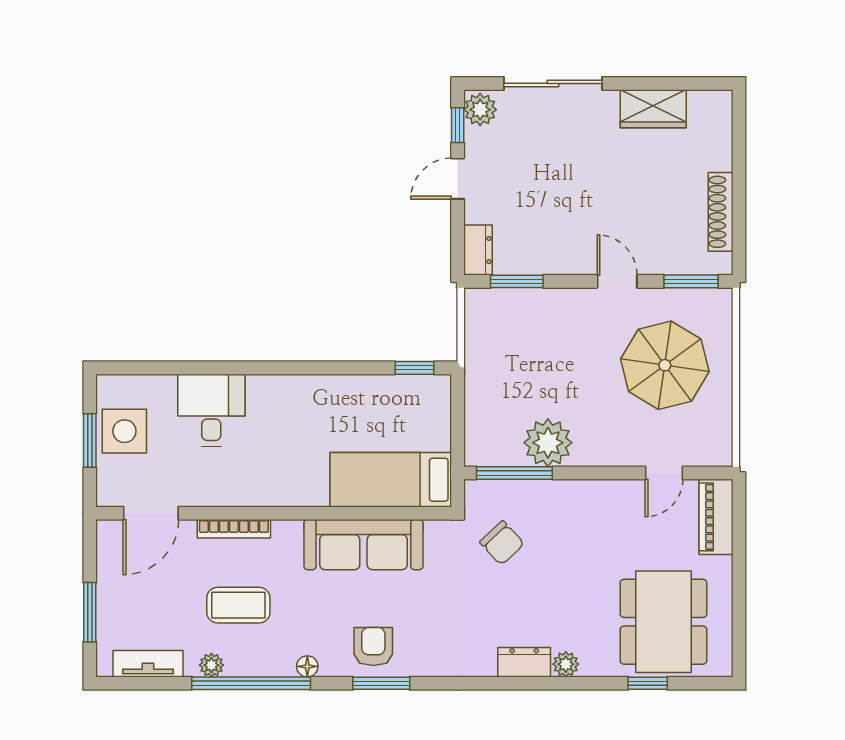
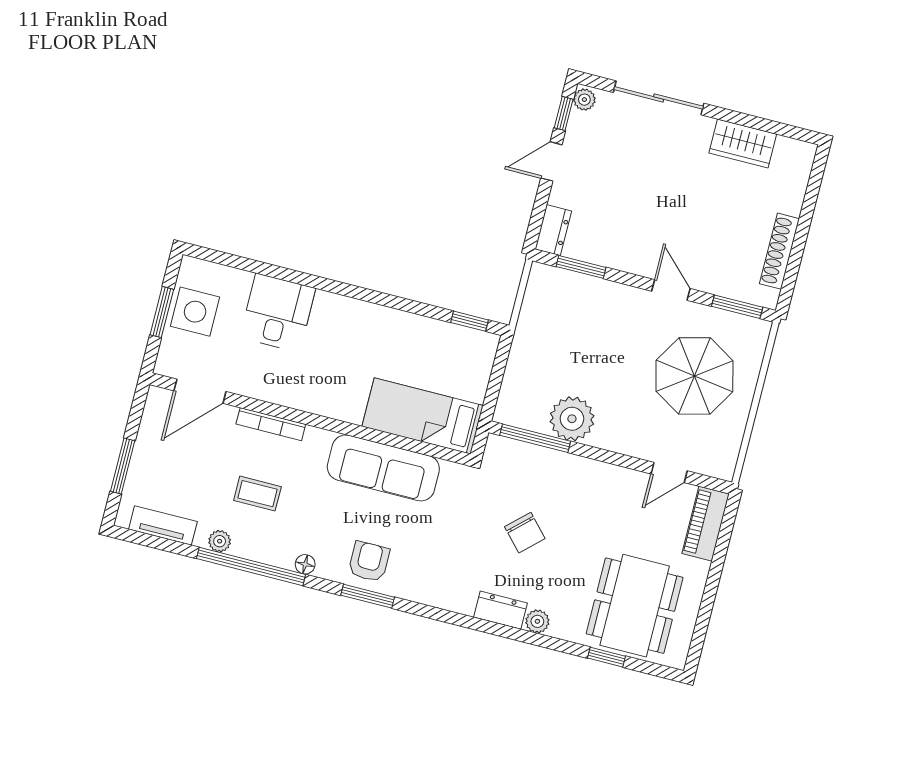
plant: (480, 110) -> (584, 100), width x0.73, depth x0.73
chair: (502, 543) -> (525, 533), moved
coffee table: (238, 605) -> (257, 494), width x0.73, depth x0.77

